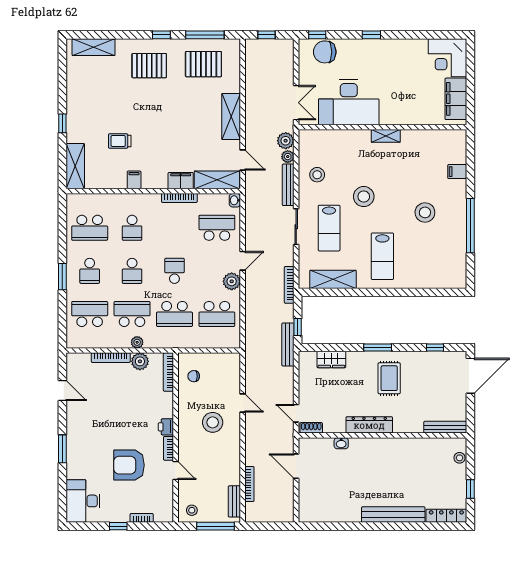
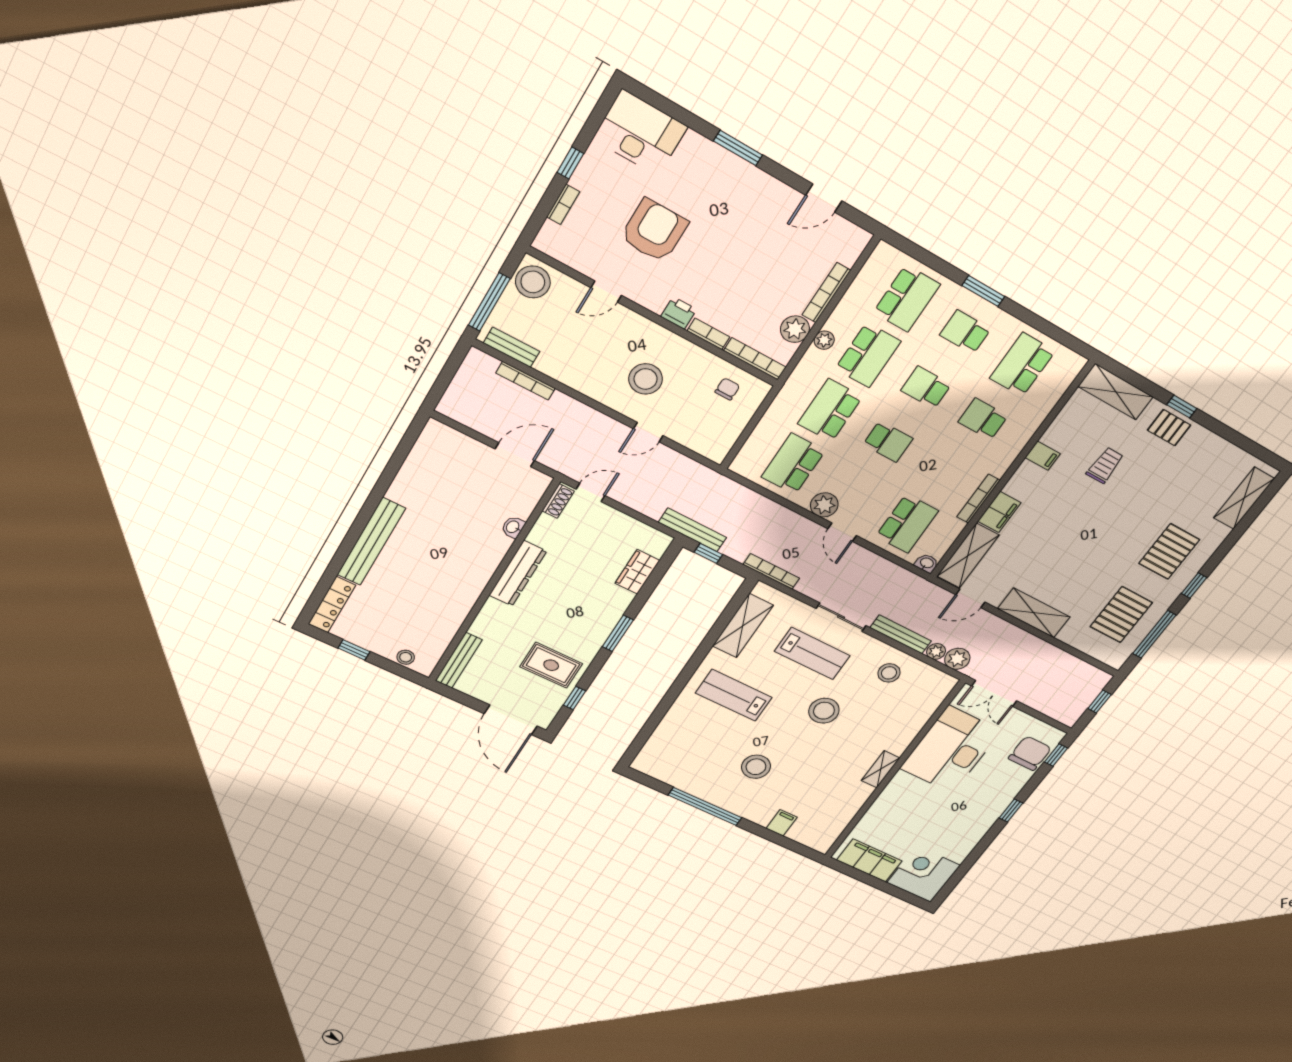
pallet: (78, 121) -> (1169, 428), added
lab bench: (329, 228) -> (812, 653), turned 180
rug: (389, 378) -> (551, 665), moved
bookcase: (169, 448) -> (708, 334), moved
stool: (192, 510) -> (533, 282), width x1.89, depth x1.89

